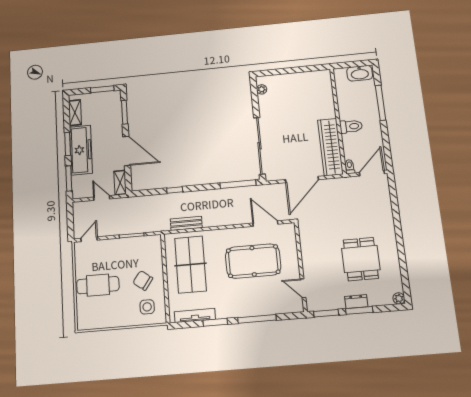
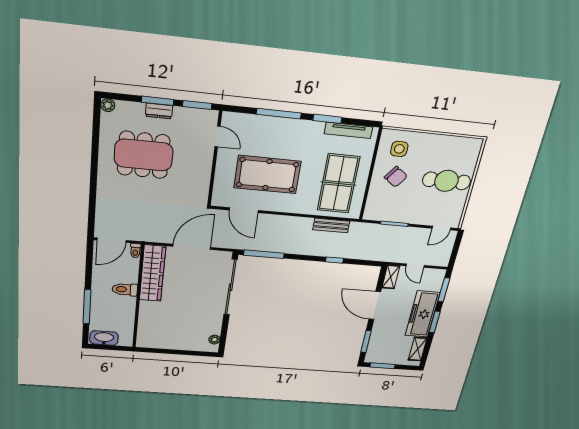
dining table: (361, 259) -> (144, 155), width x1.38

